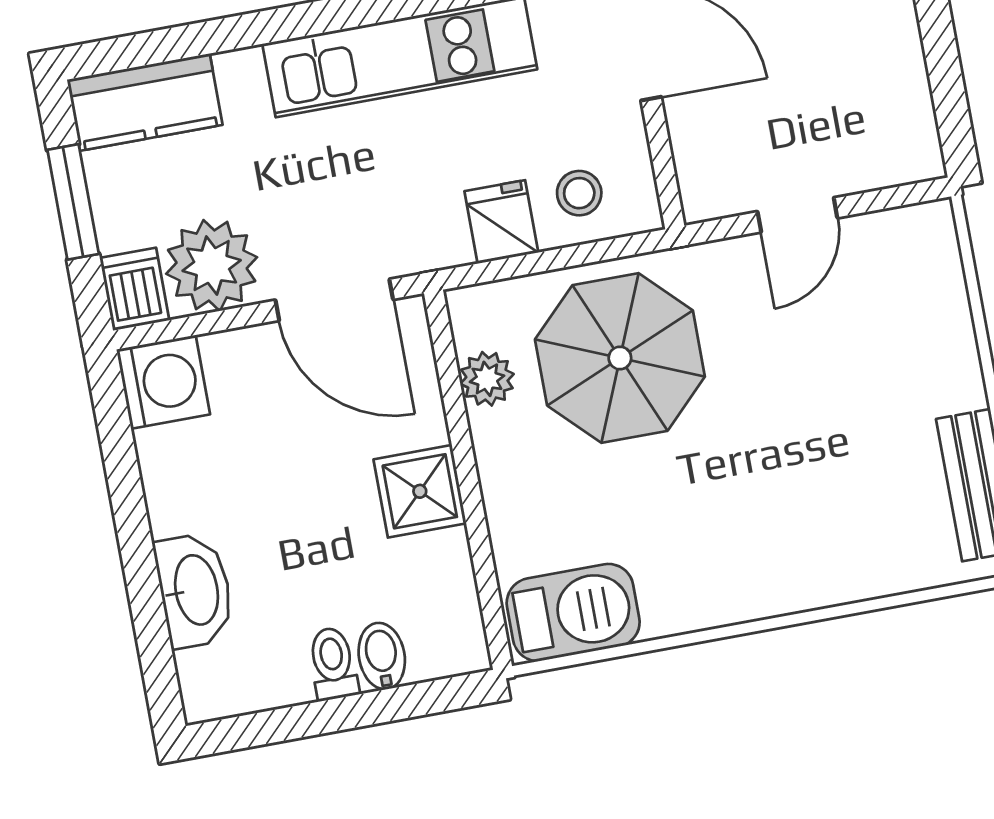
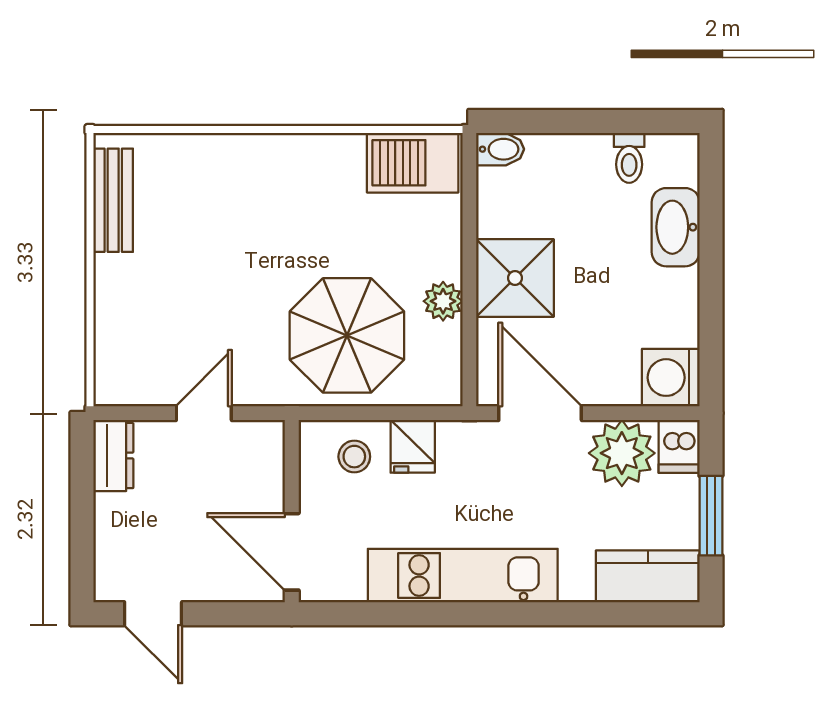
dresser: (911, 134) -> (113, 456), added
plant: (487, 379) -> (443, 301), moved
shower: (420, 491) -> (515, 278), width x1.36, depth x1.36
bidet: (382, 656) -> (500, 149), moved, turned -90
toilet: (333, 664) -> (629, 158), moved

